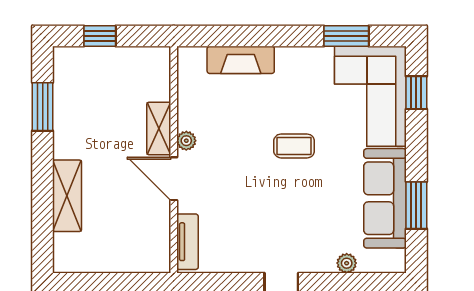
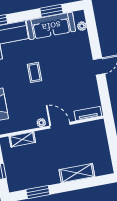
shelving: (159, 128) -> (22, 139), moved
door: (174, 179) -> (60, 125), swing flipped
plant: (347, 263) -> (82, 26), moved

